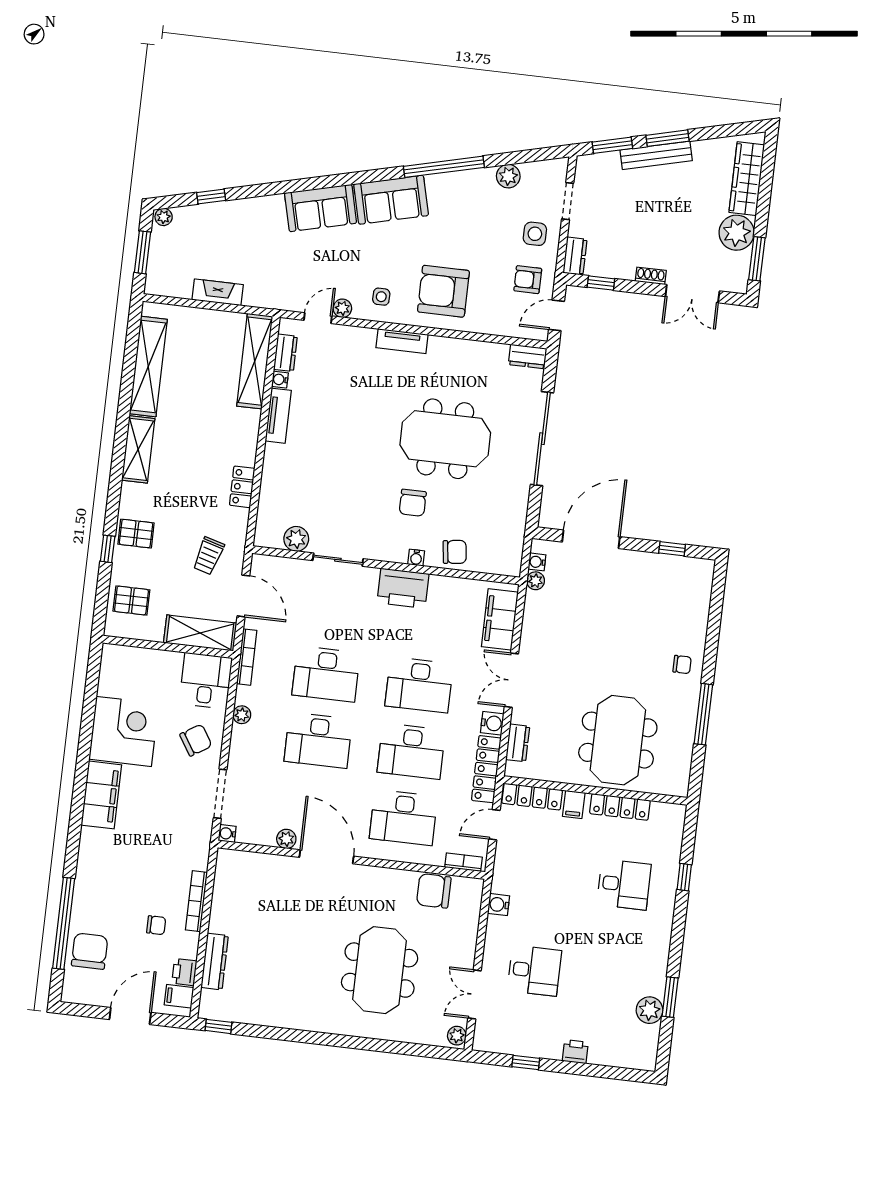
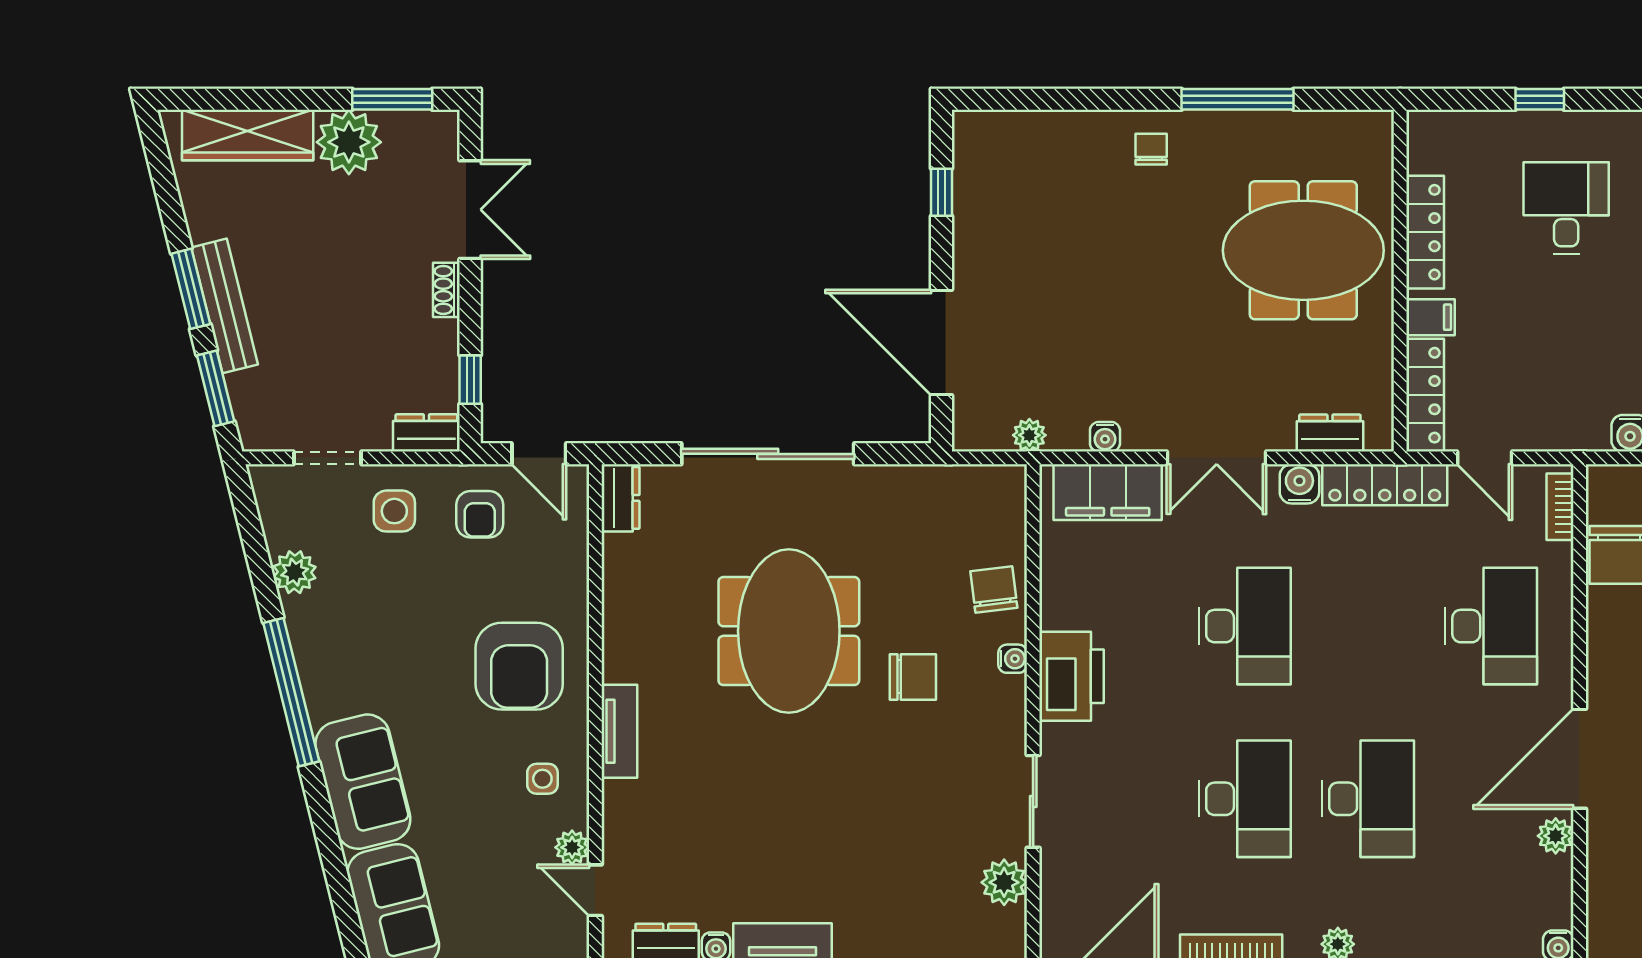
water cooler: (537, 562) -> (1105, 437), moved
desk: (411, 751) -> (1368, 626), removed

